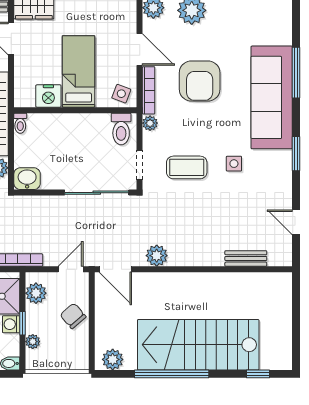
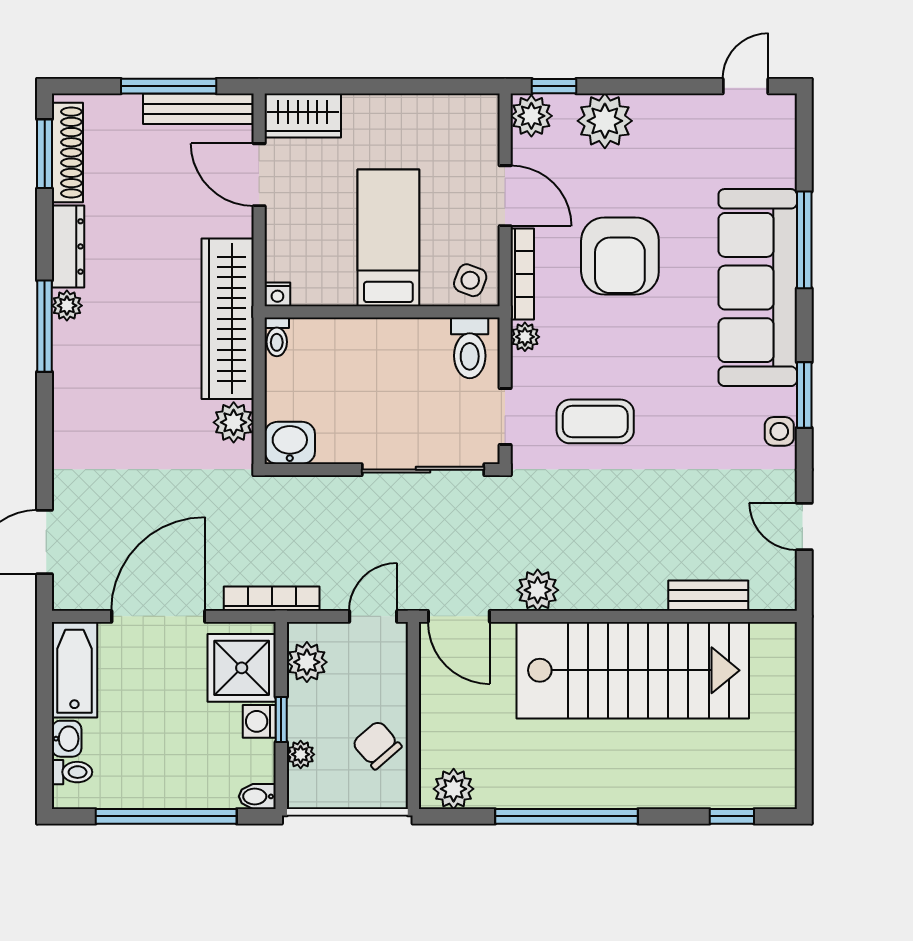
nightstand: (48, 96) -> (277, 294), moved, width x0.53, depth x0.56
side table: (234, 164) -> (779, 431), moved
chair: (73, 316) -> (377, 745), moved
stairs: (198, 345) -> (633, 670), moved, turned 180

